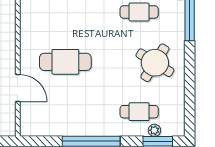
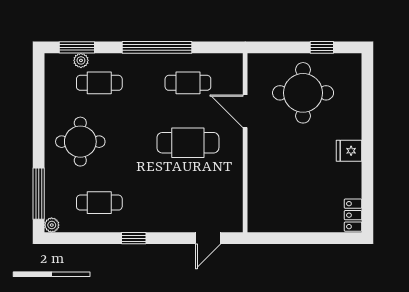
round table: (155, 63) -> (80, 142), turned -32
cafe table: (65, 112) -> (188, 83), added

